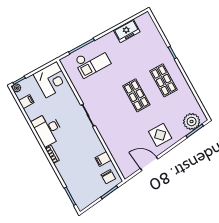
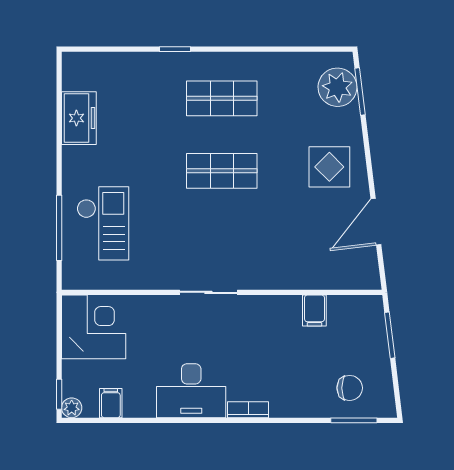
chair: (108, 177) -> (350, 388), moved

